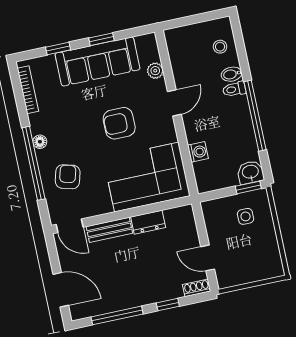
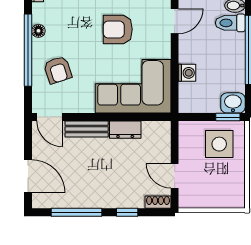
toilet: (234, 89) -> (230, 23), width x1.37, depth x1.39
armchair: (68, 177) -> (58, 70), turned 147
side table: (246, 216) -> (219, 144), width x1.87, depth x1.87

